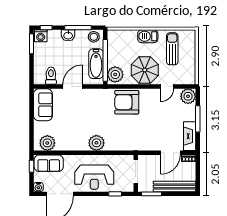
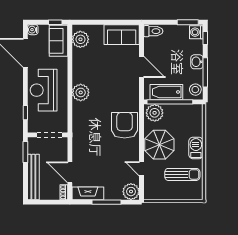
toilet: (51, 76) -> (153, 31), moved

